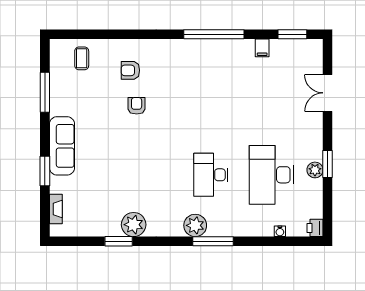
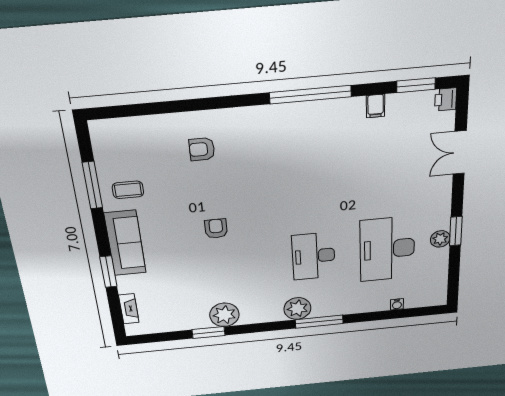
coffee table: (82, 58) -> (128, 190), moved, turned 90
armchair: (137, 106) -> (216, 229), moved
printer: (315, 228) -> (446, 99), moved

